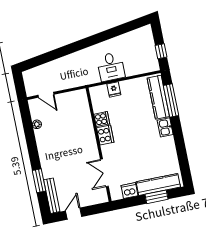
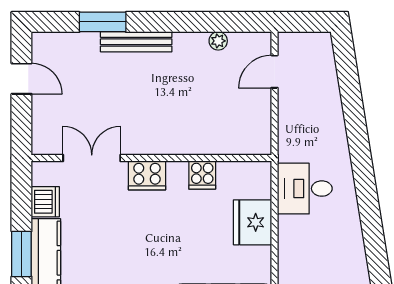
desk: (111, 67) -> (305, 189), moved
fridge: (114, 89) -> (253, 222), width x1.88, depth x1.34
cooker: (105, 135) -> (147, 175), moved
bench: (52, 196) -> (136, 42), moved

